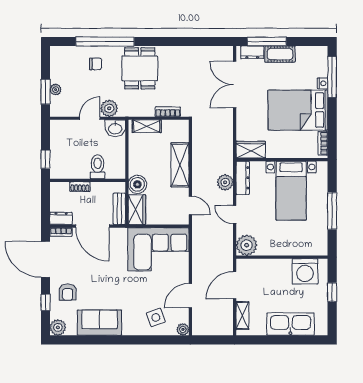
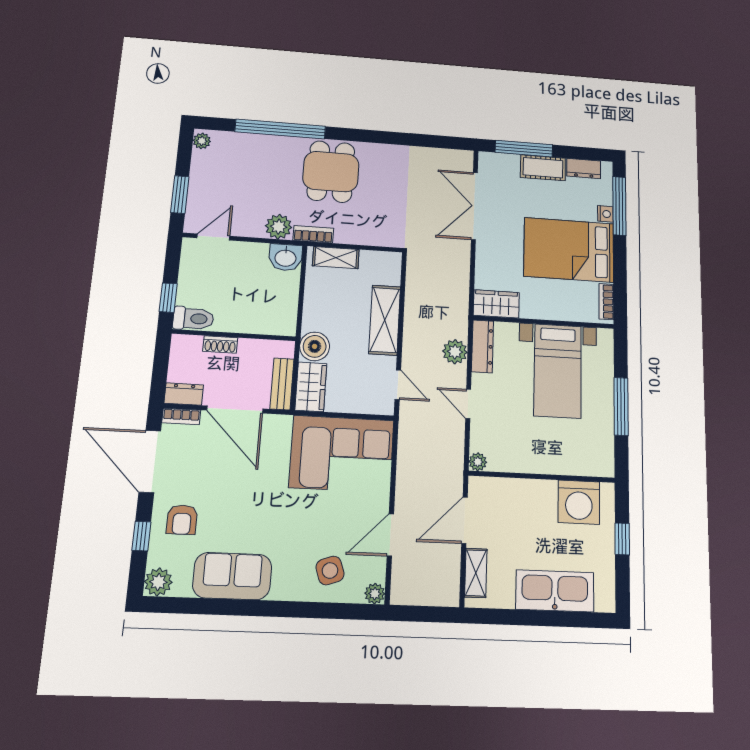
dresser: (252, 52) -> (584, 169), moved
chair: (96, 64) -> (263, 160), removed
plant: (56, 90) -> (202, 141), moved
bookcase: (168, 112) -> (313, 234), moved
door: (90, 118) -> (213, 237), moved
toilet: (98, 167) -> (193, 319), moved, turned 90
plant: (247, 245) -> (478, 462), width x0.53, depth x0.53

